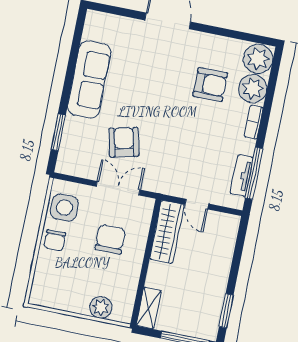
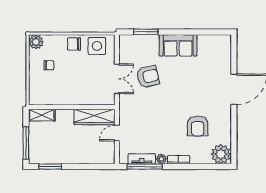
sofa: (89, 79) -> (178, 45), width x0.73
plant: (253, 89) -> (161, 159), moved, width x0.53, depth x0.53
chair: (110, 239) -> (49, 65), moved, width x0.54, depth x0.54
plant: (101, 307) -> (36, 42), moved

